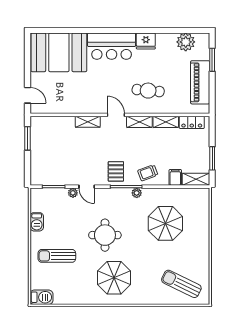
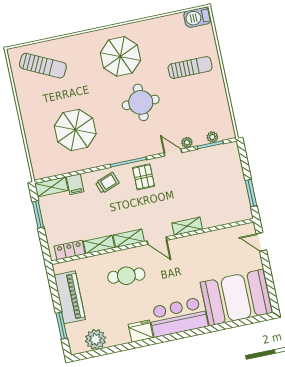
plant: (137, 193) -> (212, 137), moved
barbecue: (37, 222) -> (221, 101), removed

